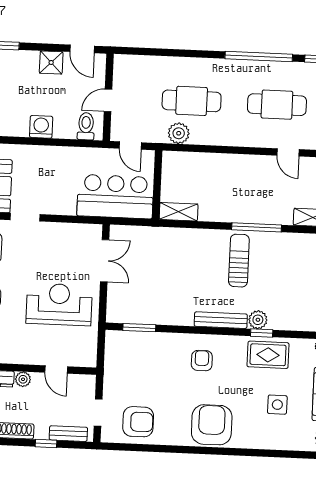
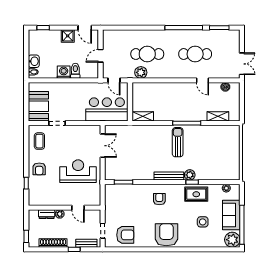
toilet: (86, 126) -> (75, 71), moved

